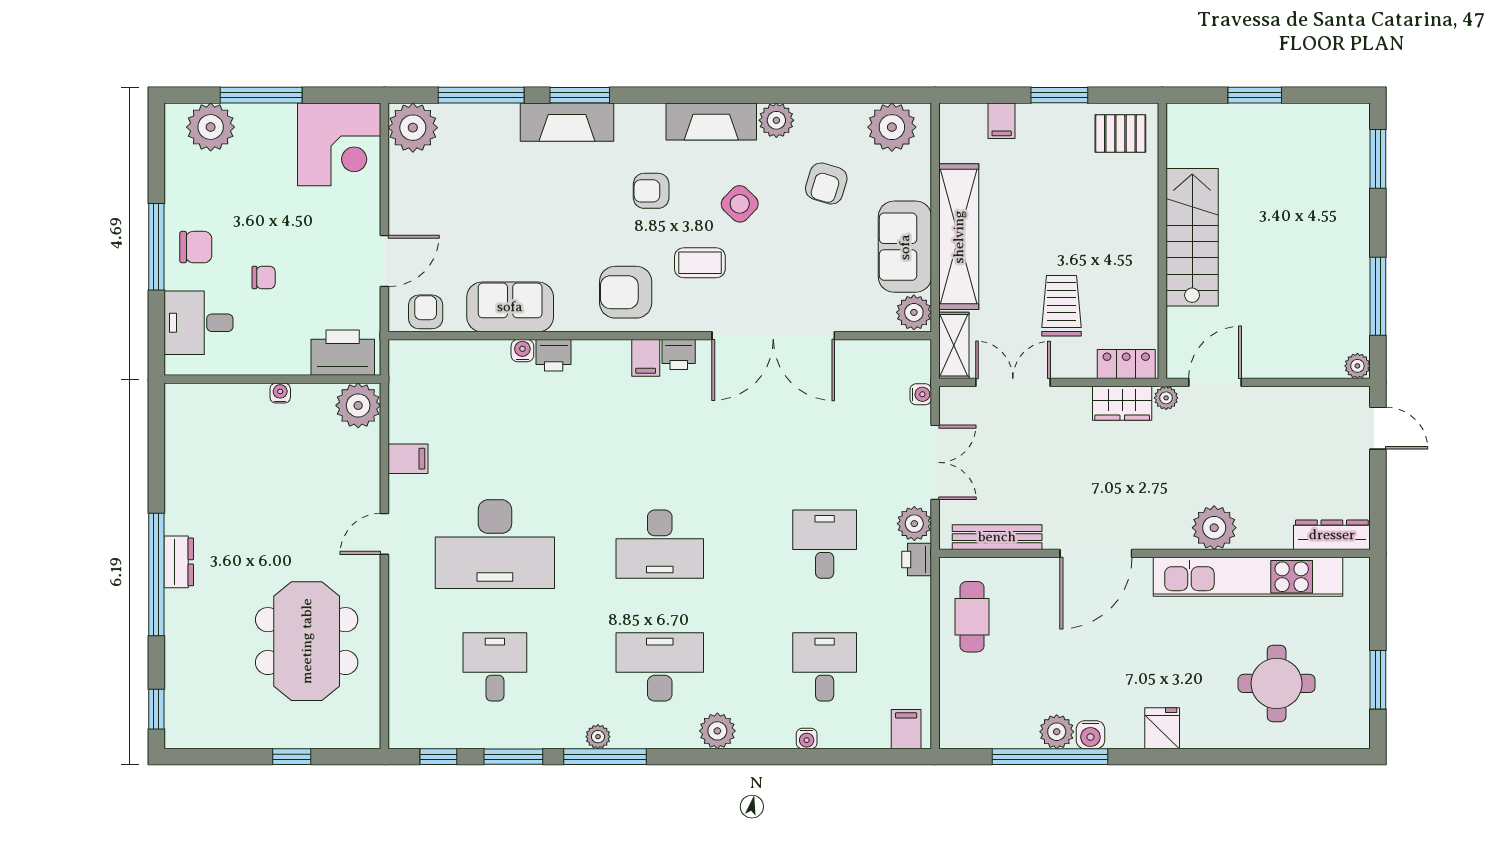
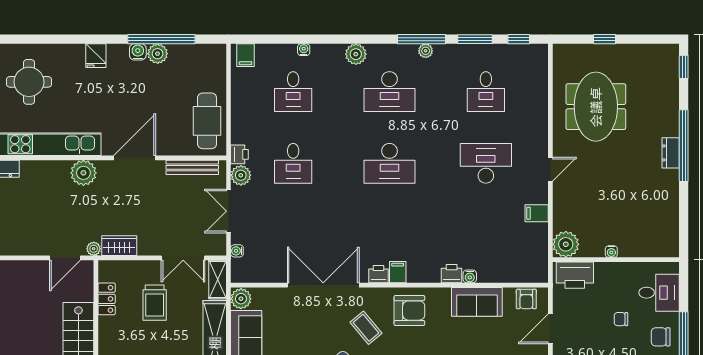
coffee table: (700, 263) -> (366, 328), turned 50
locker: (1126, 364) -> (107, 299), moved, turned -90
plant: (1214, 528) -> (83, 173), moved
desk: (495, 544) -> (486, 163), width x0.73, depth x0.77
desk: (660, 544) -> (389, 163), turned 180
cafe table: (972, 617) -> (207, 121), width x1.37, depth x1.35

